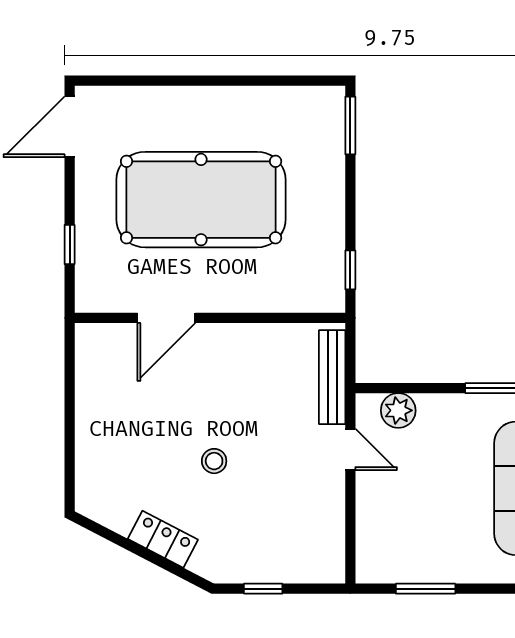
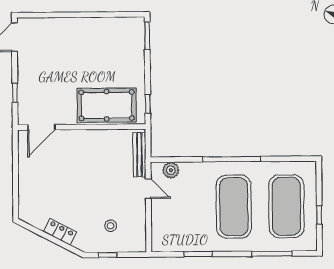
pool table: (201, 200) -> (107, 105), moved, width x0.73, depth x0.76
door: (166, 318) -> (41, 127), moved
stool: (214, 461) -> (111, 226), moved
window: (426, 589) -> (198, 254), moved

